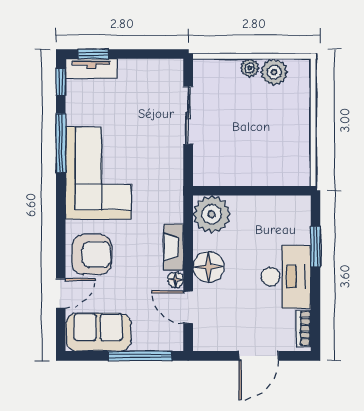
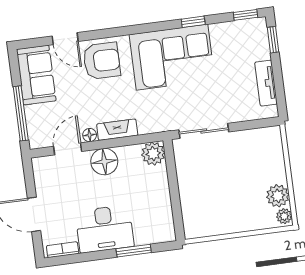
plant: (250, 68) -> (284, 216), moved
tv unit: (91, 69) -> (266, 83), moved
sliding door: (188, 115) -> (204, 131), moved
window: (61, 143) -> (193, 22), width x0.46
plant: (212, 214) -> (153, 154), width x0.73, depth x0.73
armchair: (92, 255) -> (102, 61), turned -90

